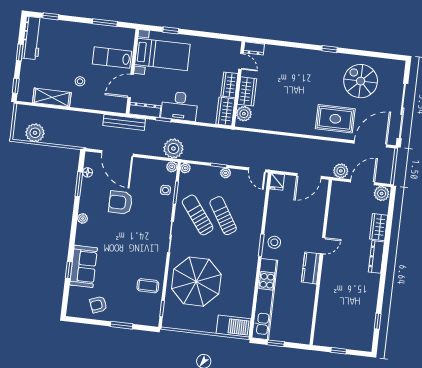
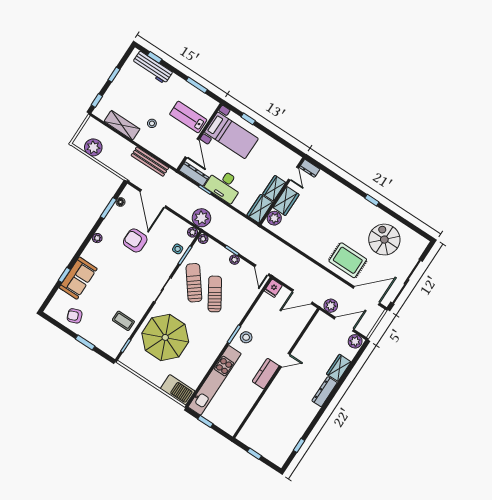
workbench: (32, 38) -> (152, 68), moved, turned 90
door: (131, 86) -> (192, 148), swing flipped
bench: (124, 122) -> (150, 162), moved

